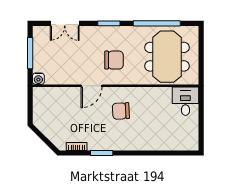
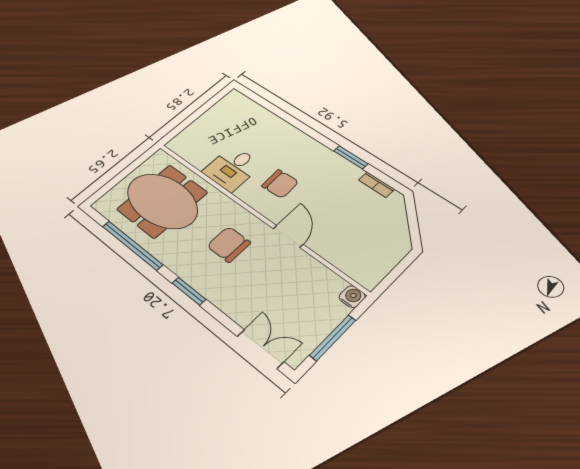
double door: (65, 23) -> (260, 349), moved
meeting table: (167, 57) -> (162, 201), turned 90
door: (92, 86) -> (288, 236), hinge flipped
desk: (185, 101) -> (232, 168), moved

